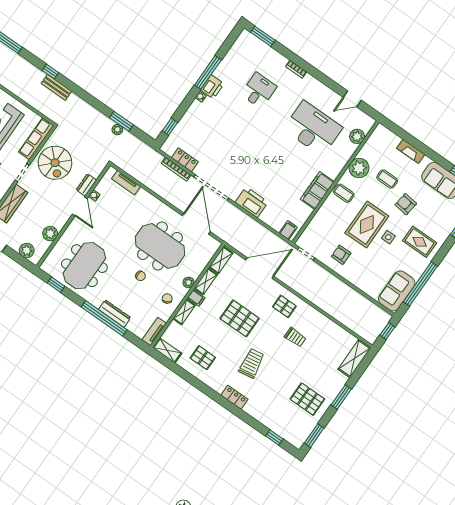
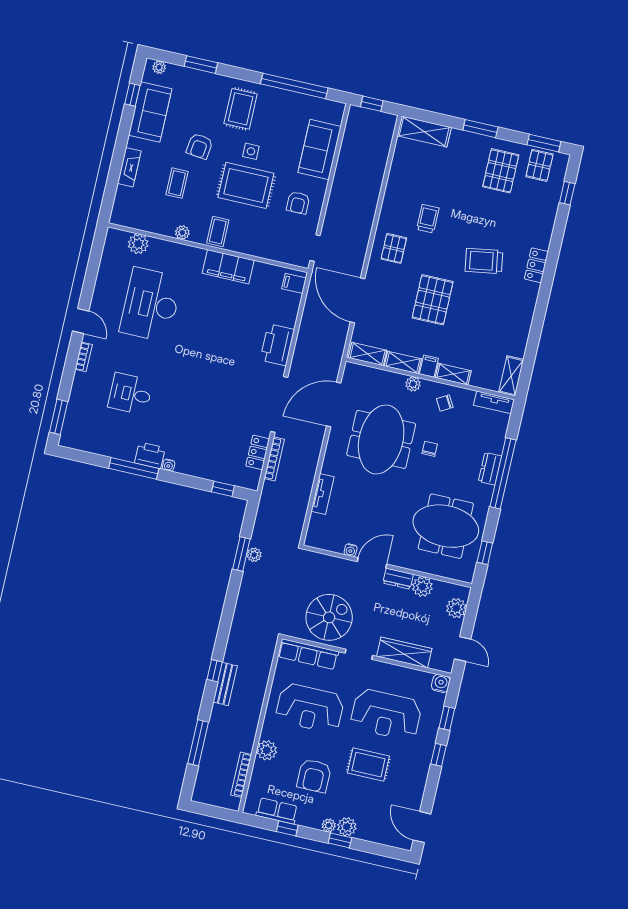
bench: (56, 87) -> (225, 684), moved
door: (352, 99) -> (81, 321), moved
plant: (359, 168) -> (182, 233), width x0.53, depth x0.53
tv unit: (126, 183) -> (323, 494), moved
dresser: (86, 185) -> (398, 579), moved
sofa: (397, 291) -> (320, 150), moved, turned 90
dresser: (115, 314) -> (490, 469), width x0.70
pallet: (203, 358) -> (539, 165), moved

